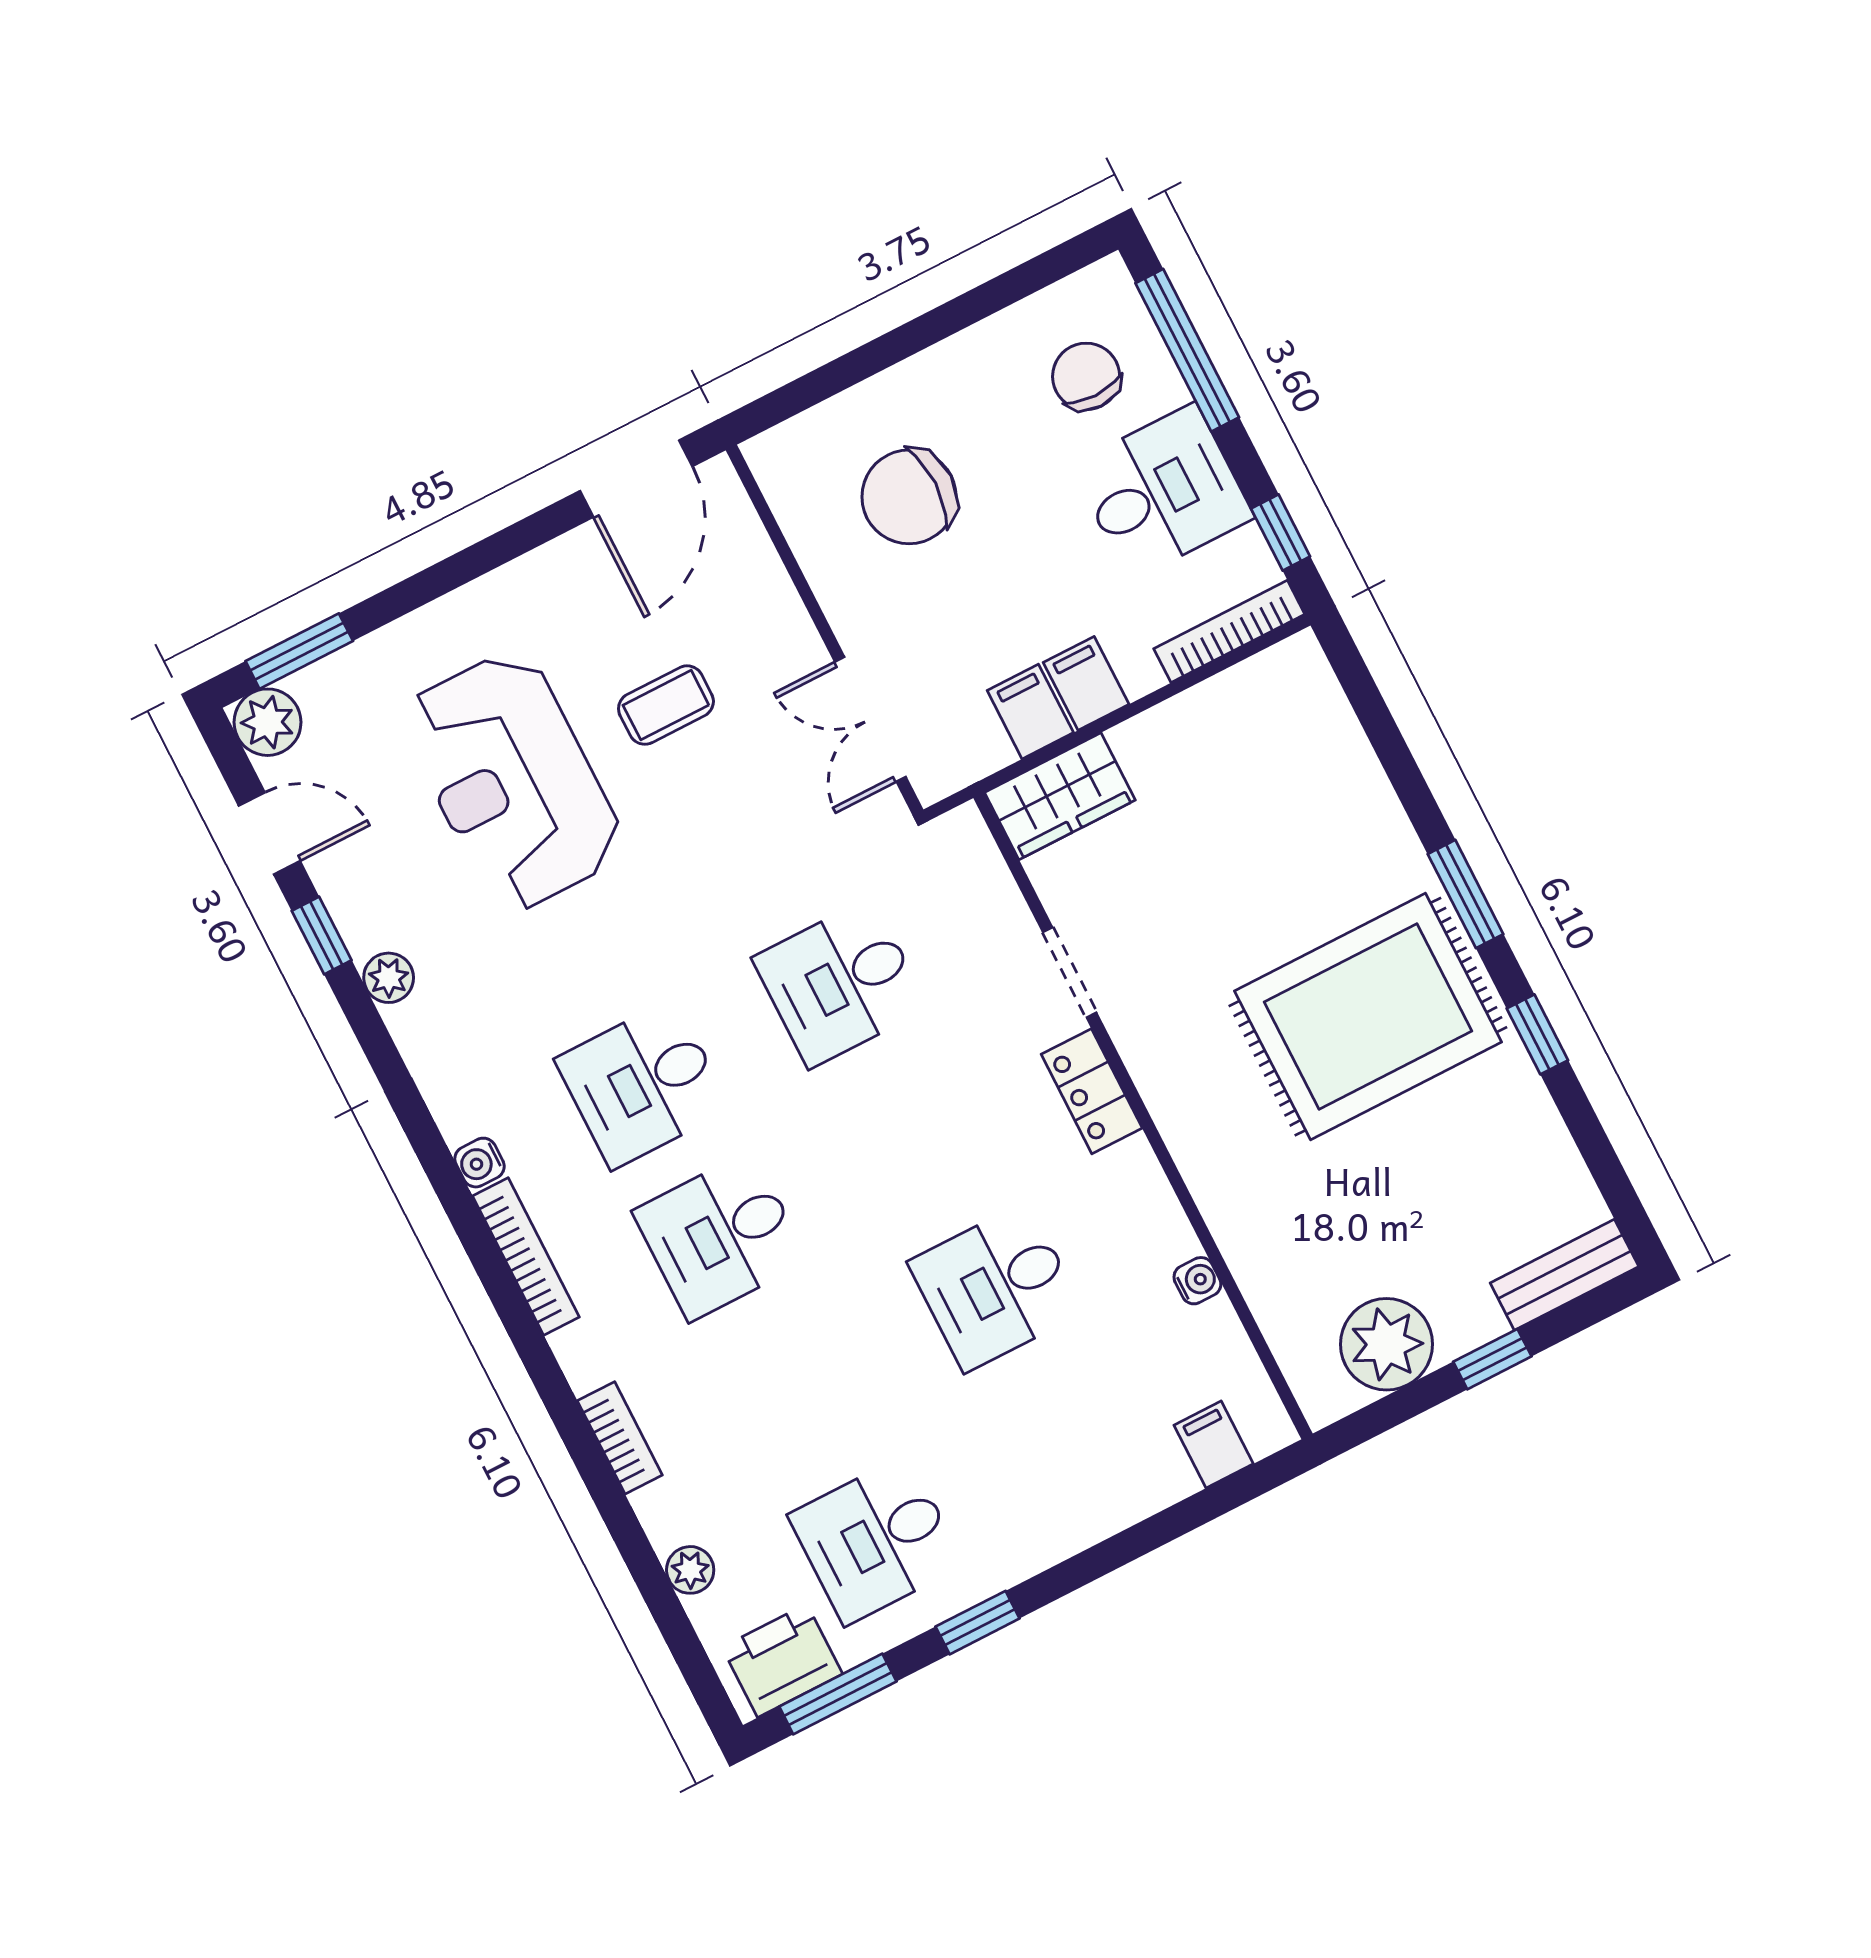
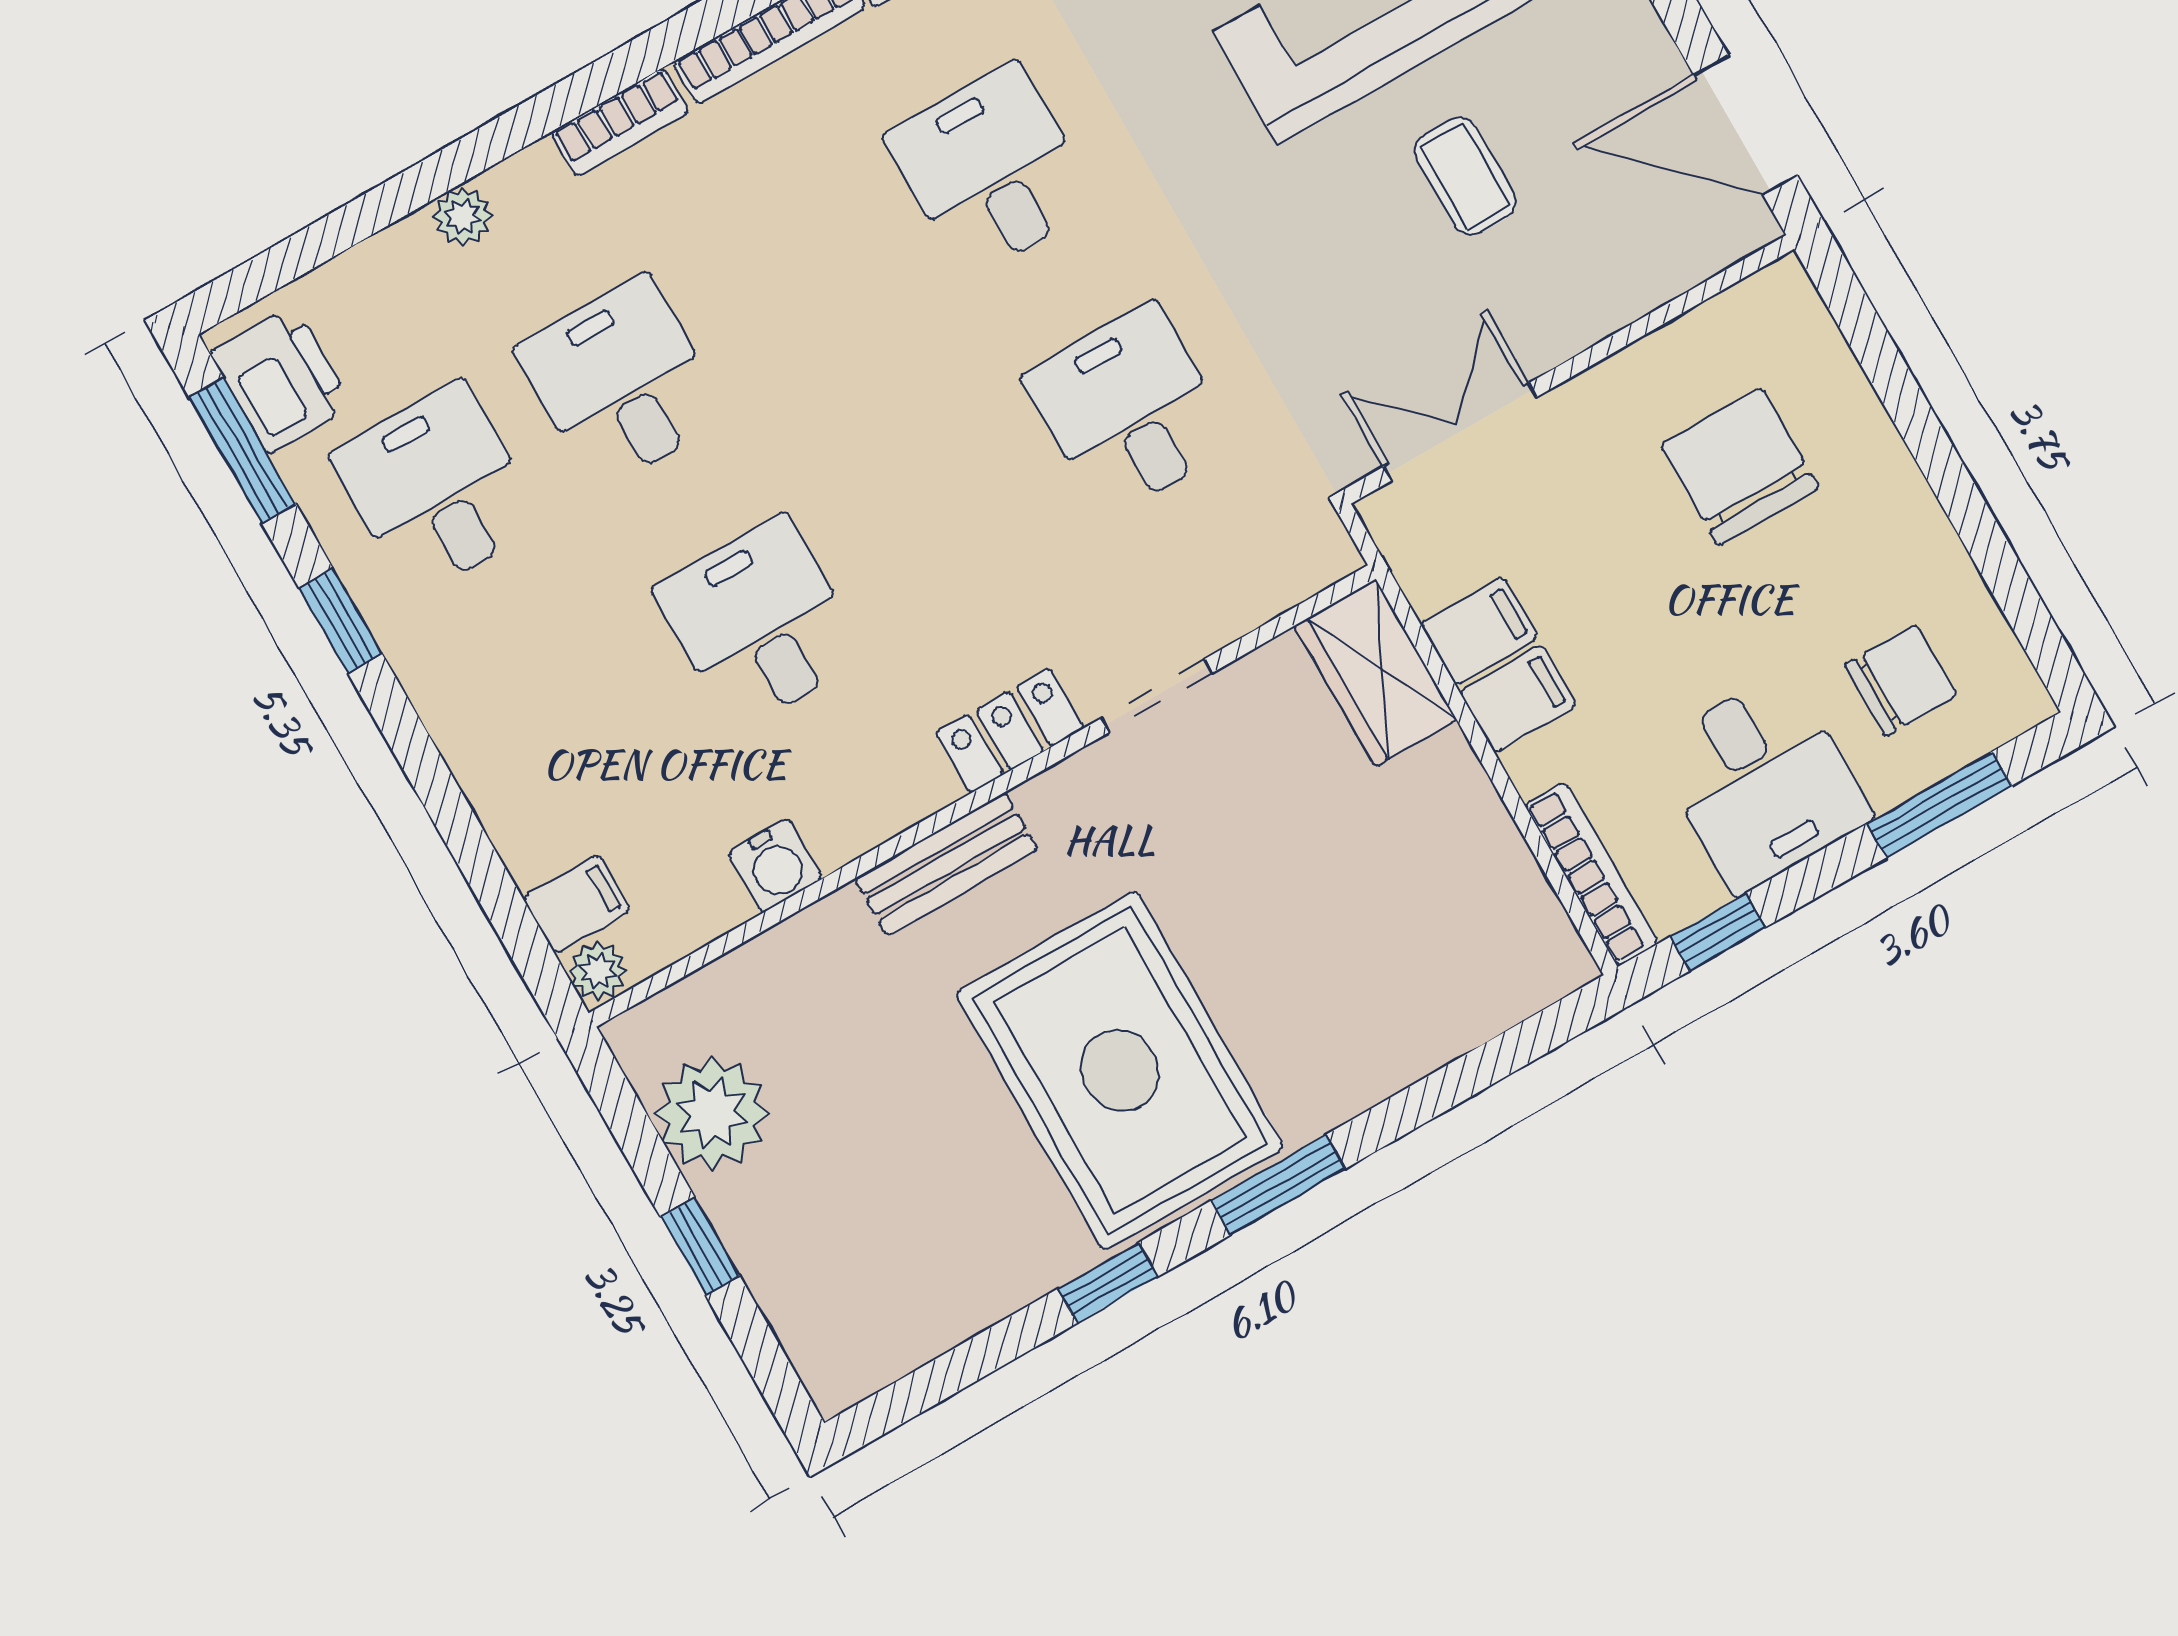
window: (1187, 350) -> (1939, 804), width x0.69
desk: (721, 1236) -> (622, 383), moved
bench: (1564, 1275) -> (946, 864), moved, turned 90
water cooler: (1197, 1281) -> (775, 865), width x1.38, depth x1.38
plant: (1268, 1430) -> (598, 971), added
bookcase: (620, 1438) -> (620, 122), moved
plant: (690, 1570) -> (463, 216), moved

